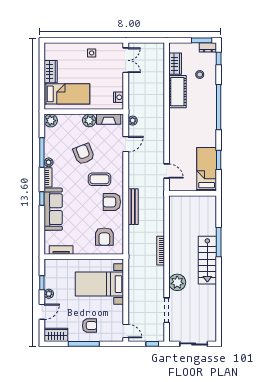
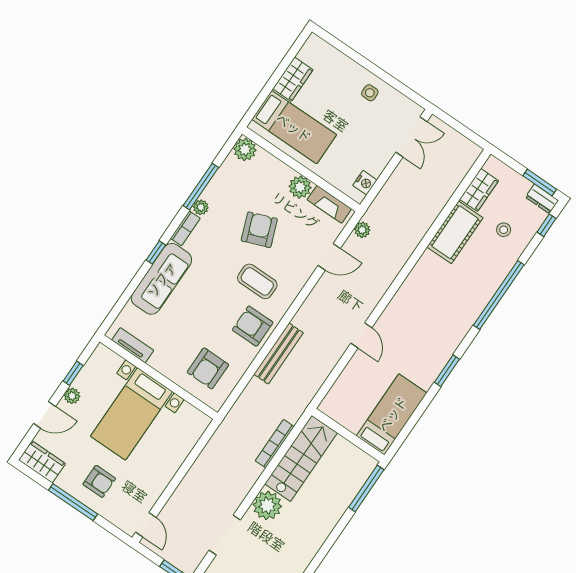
bed: (207, 169) -> (392, 414), moved
wall: (193, 193) -> (348, 435), moved
stairs: (207, 260) -> (301, 458), moved, turned 180
bed with nightstands: (99, 284) -> (132, 414), moved, turned -90

